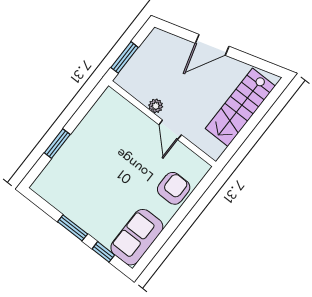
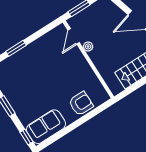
door: (170, 130) -> (74, 36), moved
window: (103, 252) -> (27, 137), moved

